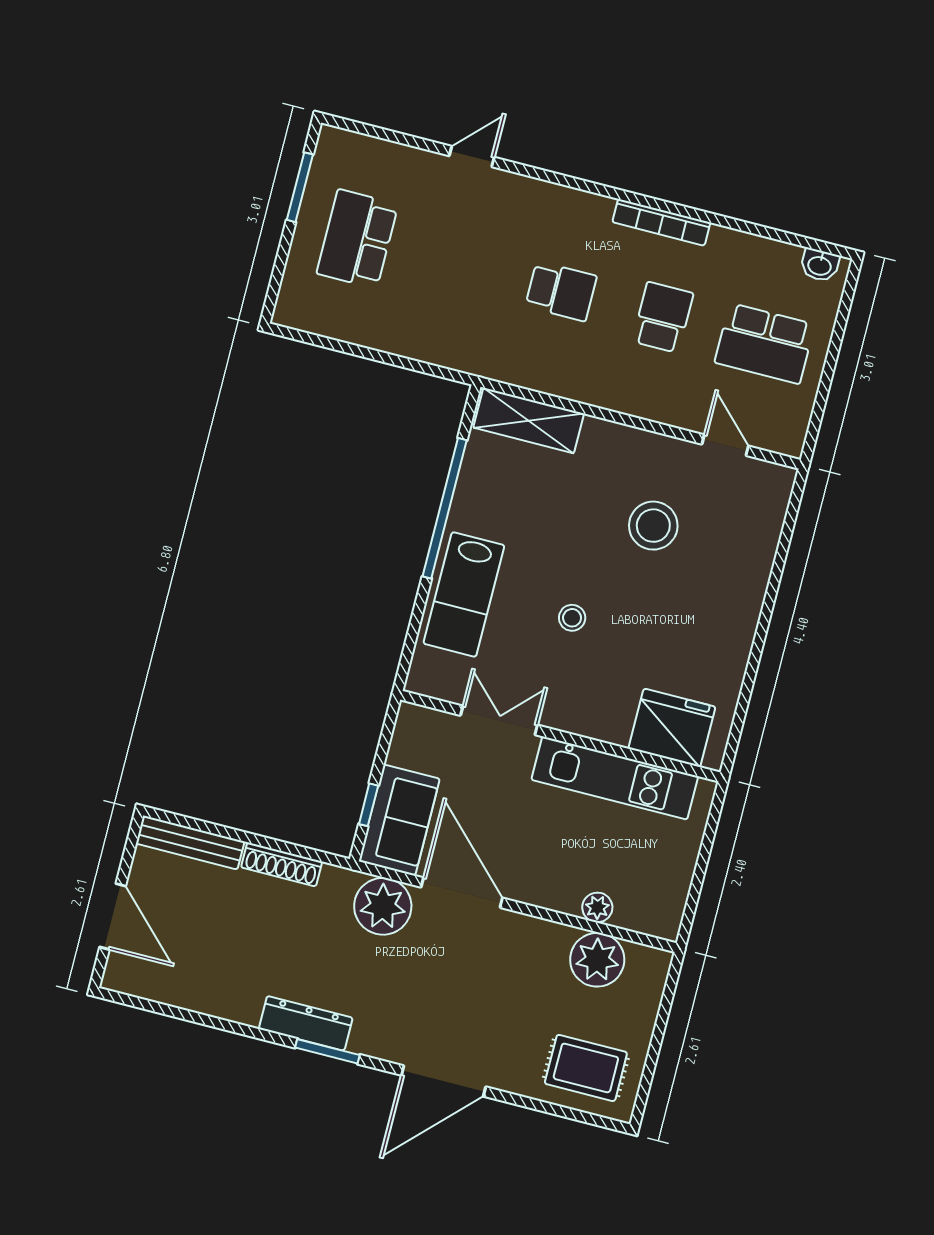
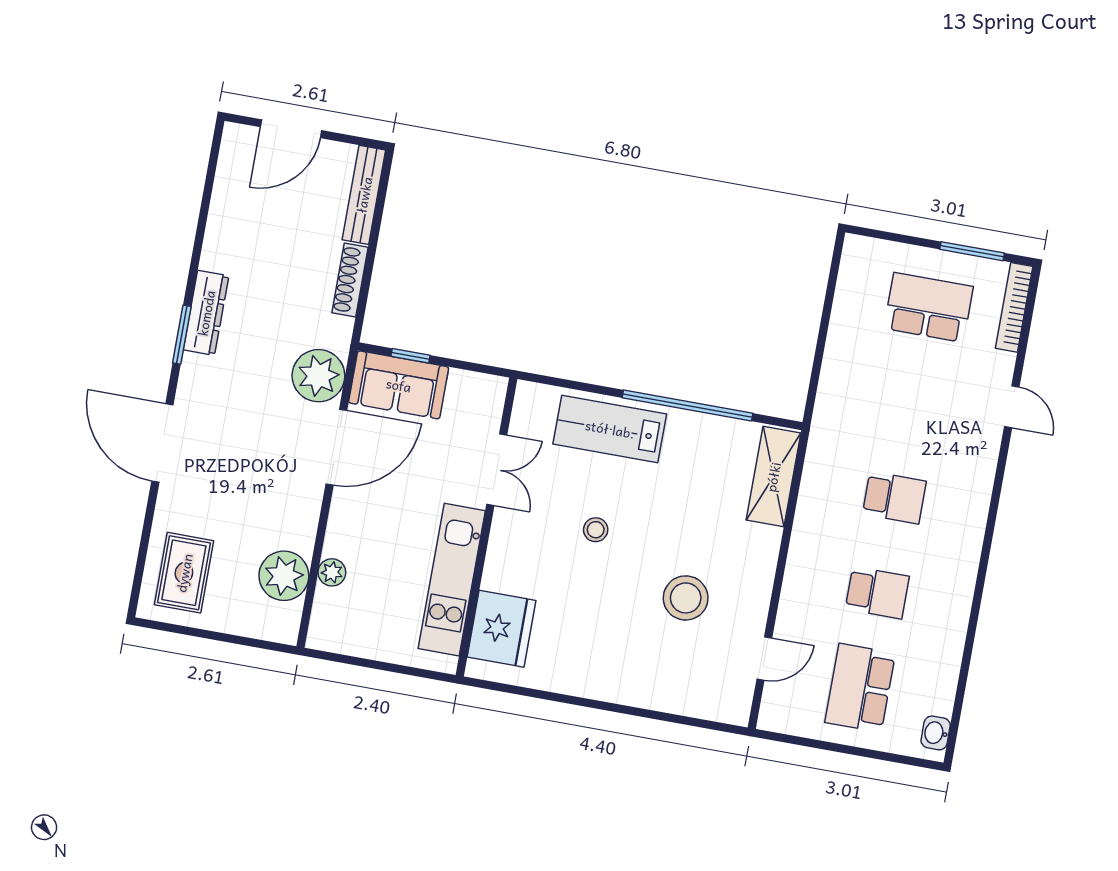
bookcase: (661, 222) -> (1014, 307), moved
school desk: (561, 291) -> (894, 498), turned -90

